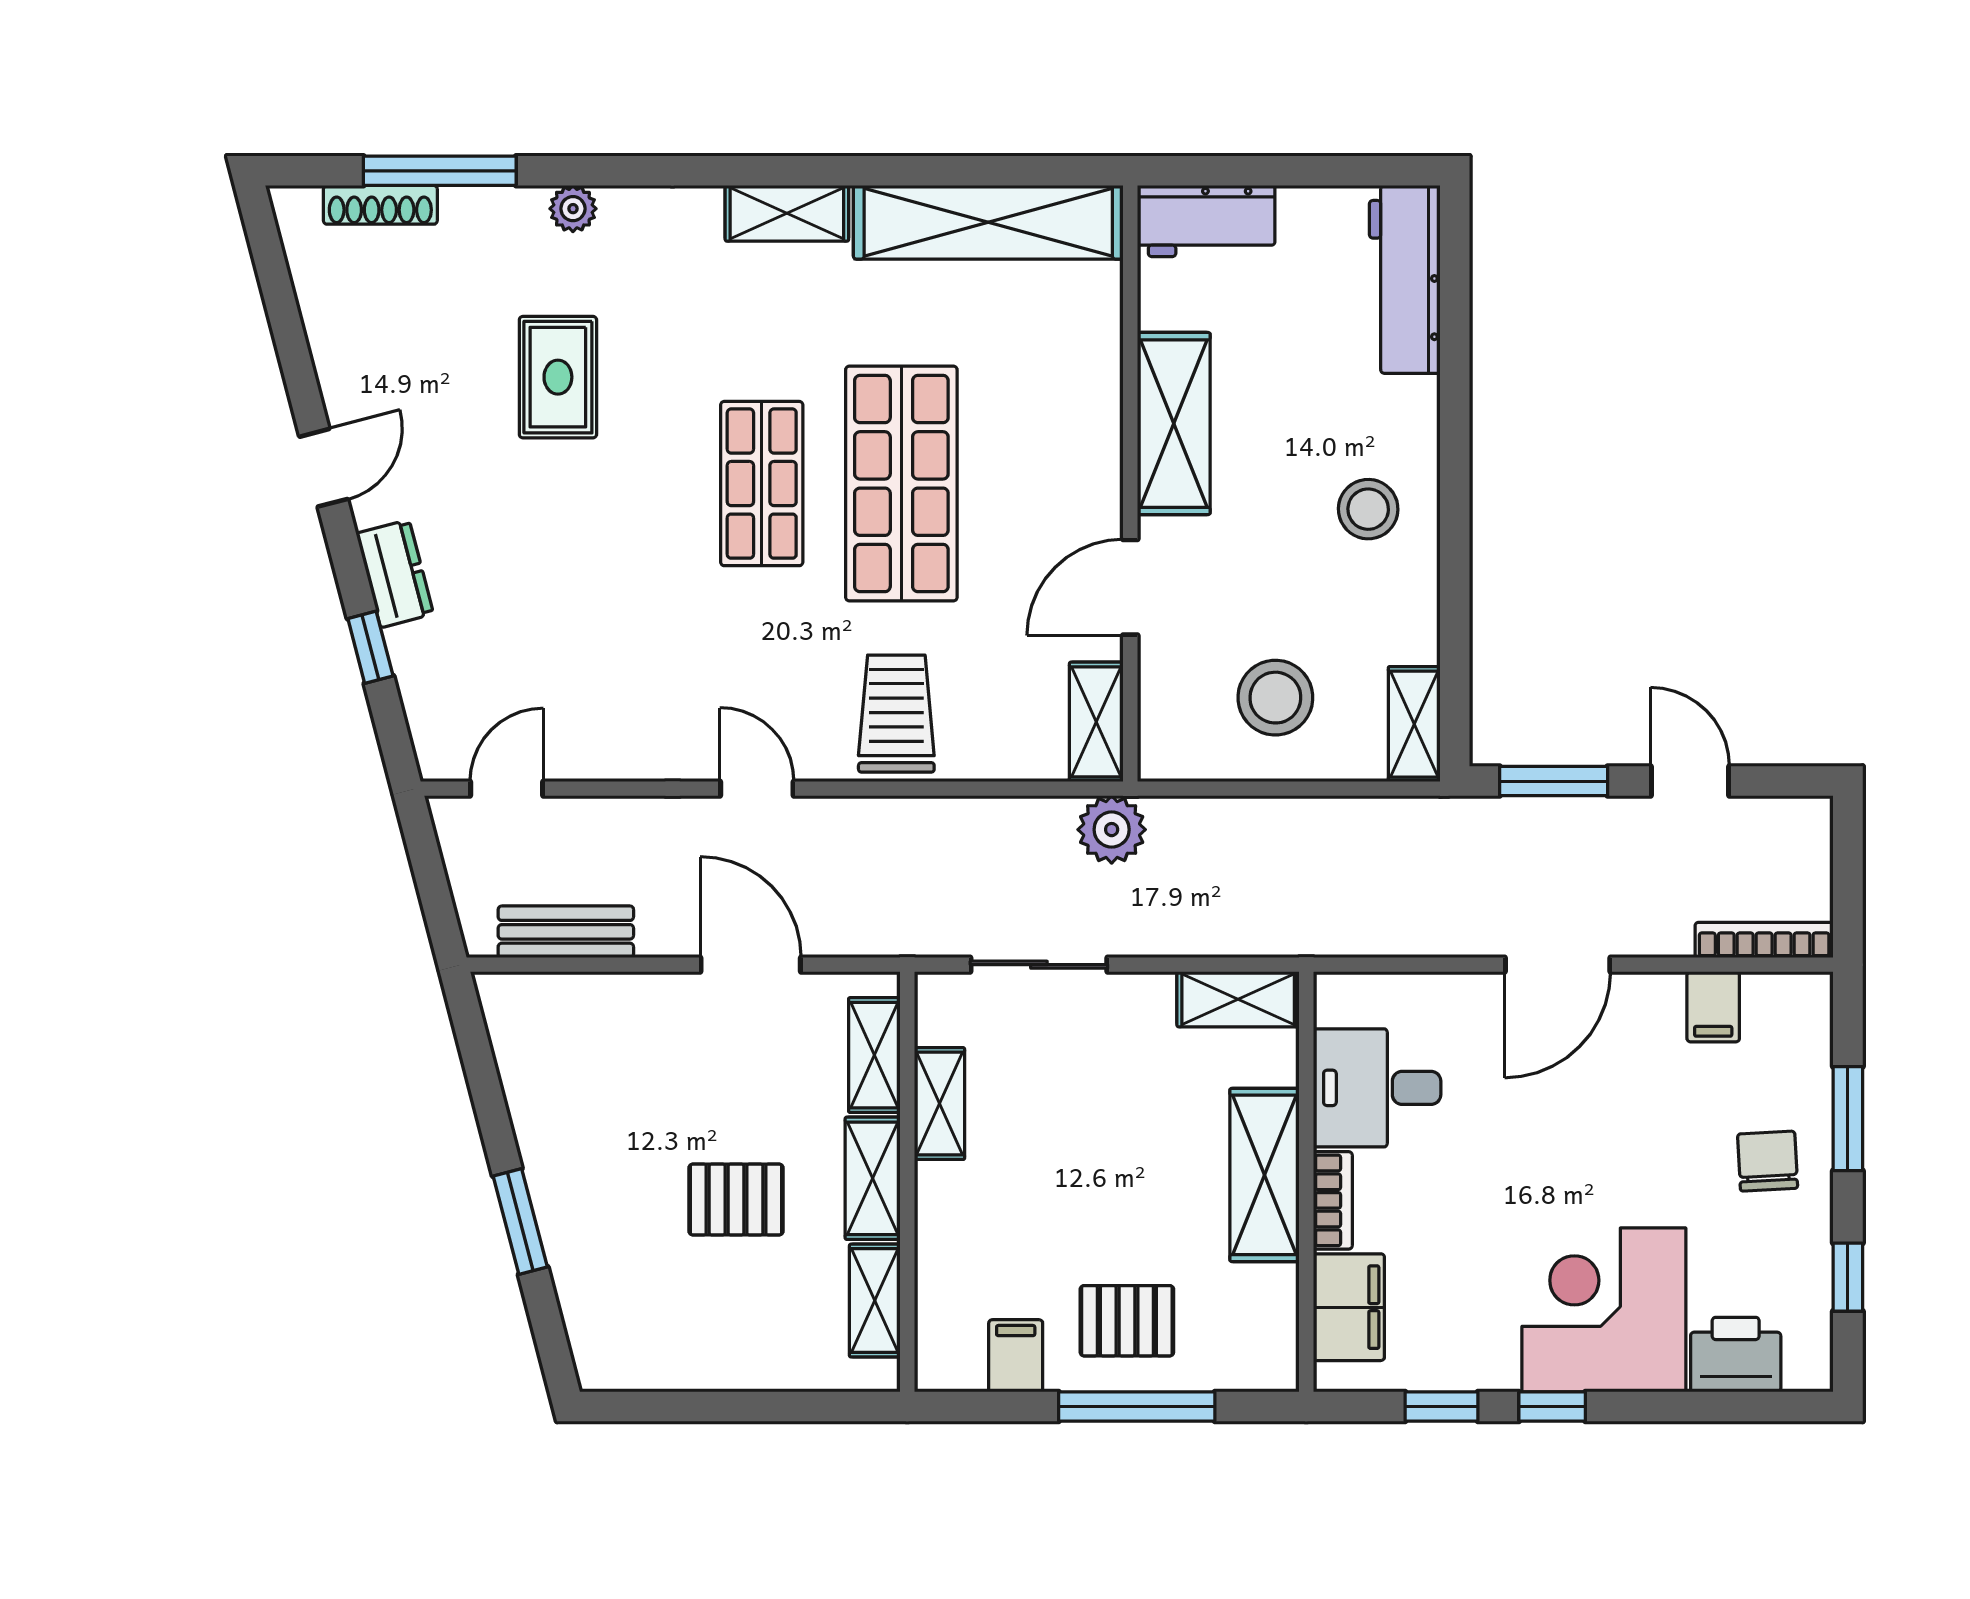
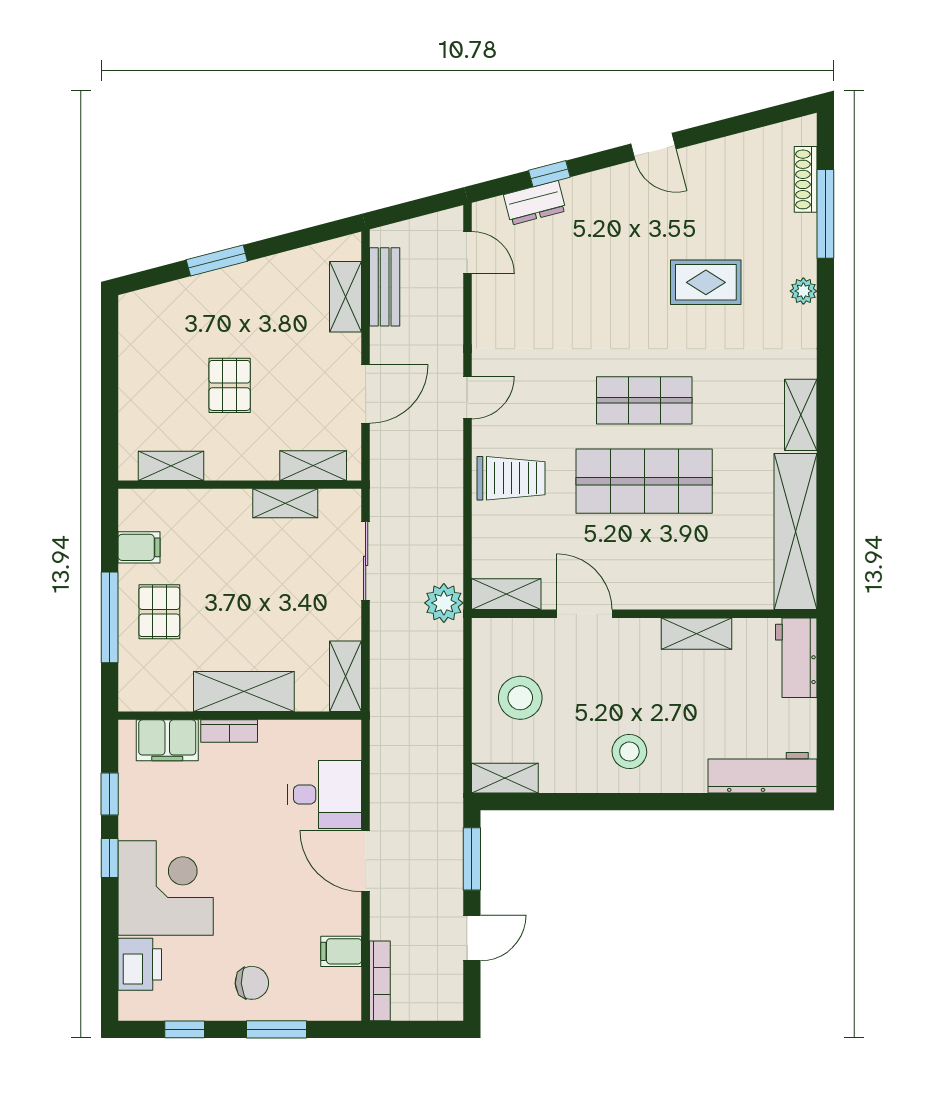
shelving: (1174, 424) -> (697, 634), width x0.67, depth x0.75
dresser: (395, 574) -> (535, 203), moved
desk: (1377, 1088) -> (325, 795), moved, turned 90
shelving: (873, 1178) -> (346, 297), moved, turned 90

